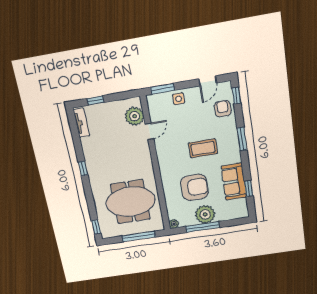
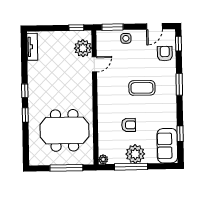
window: (95, 100) -> (76, 28), moved
sofa: (234, 182) -> (167, 146), moved
armchair: (194, 187) -> (129, 125), width x0.53, depth x0.53
window: (96, 227) -> (25, 115), moved

